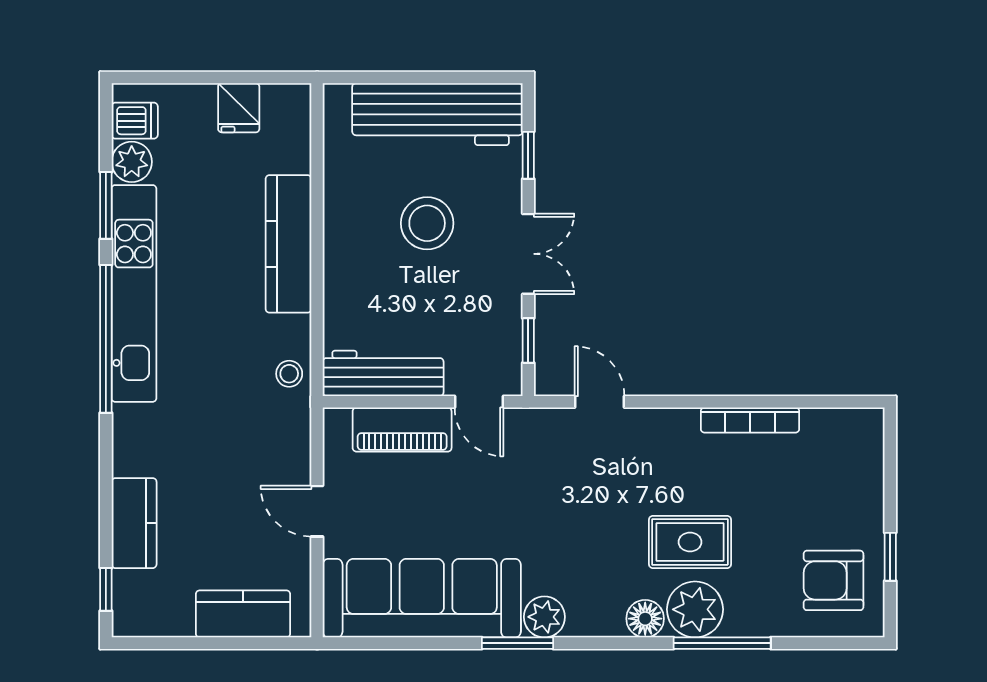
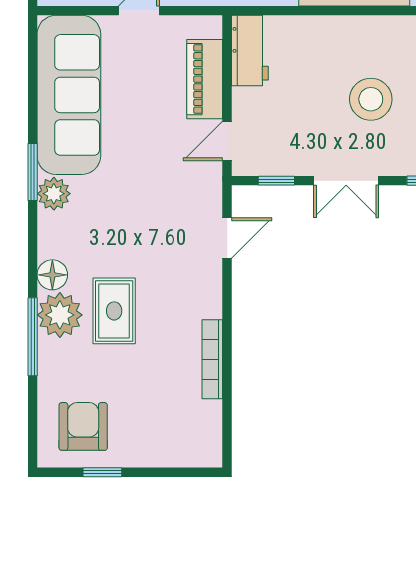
workbench: (383, 373) -> (250, 51), width x0.73

